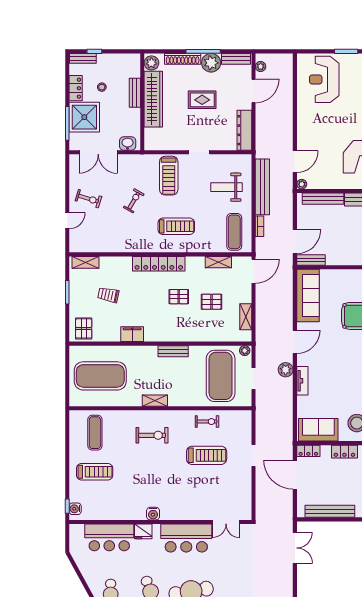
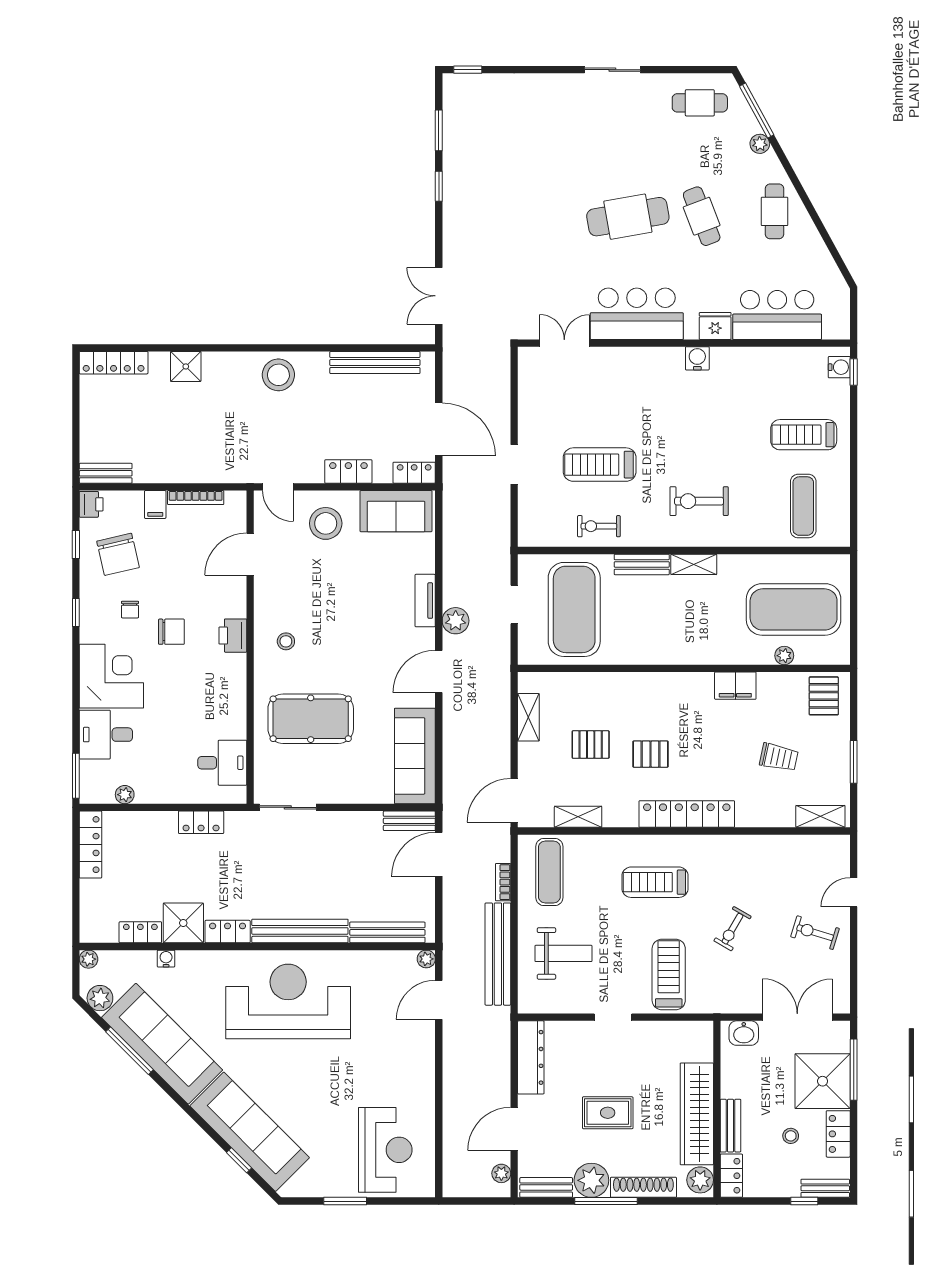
locker: (134, 65) -> (731, 1176), added
bench: (173, 351) -> (642, 564), moved
plant: (245, 351) -> (784, 656), moved

